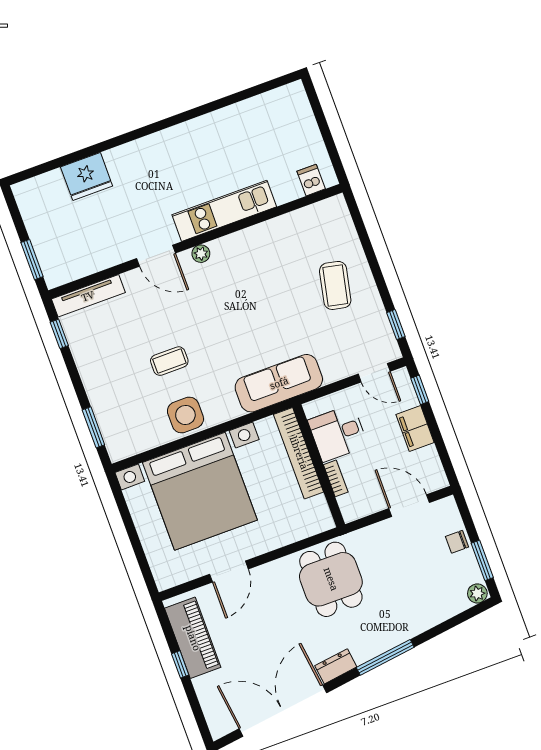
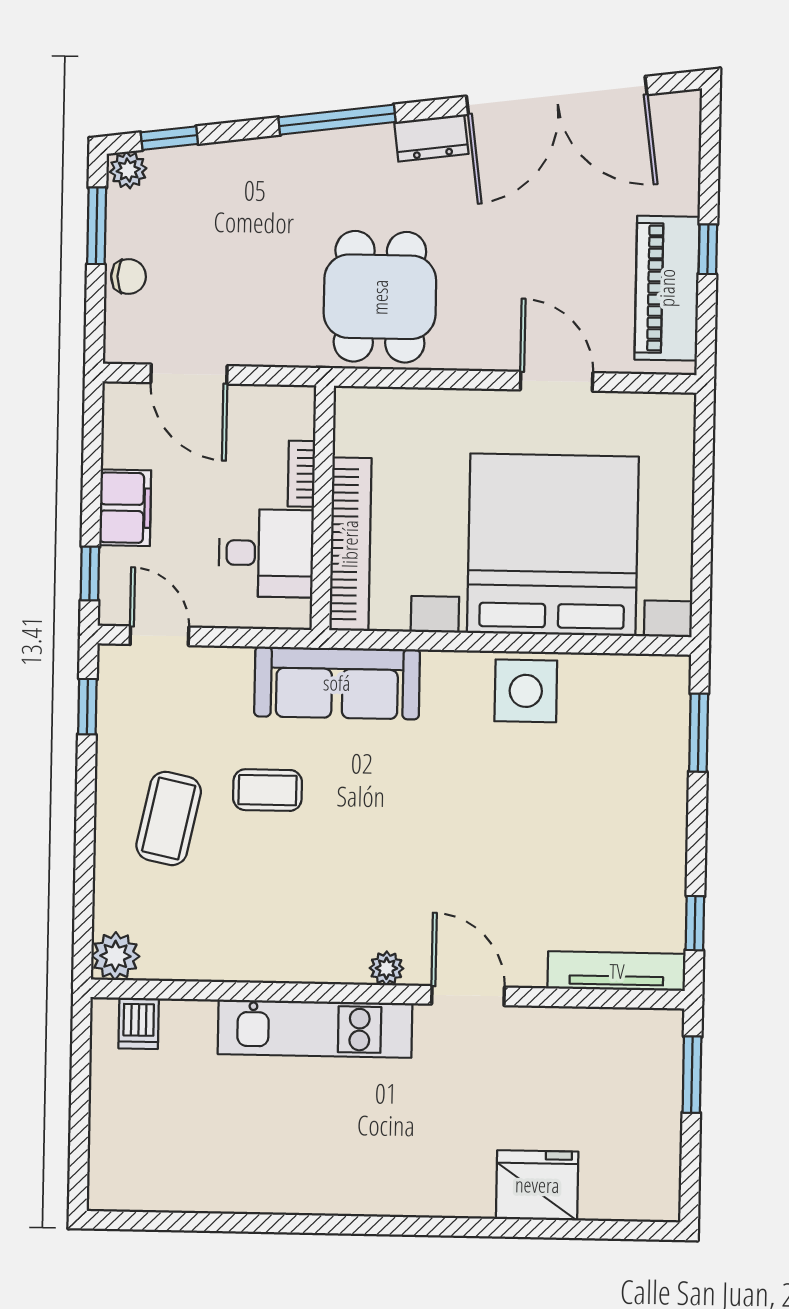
plant: (335, 208) -> (115, 956), added
coffee table: (169, 361) -> (268, 790), moved
door: (229, 572) -> (557, 381), hinge flipped
window: (463, 617) -> (169, 138), added

